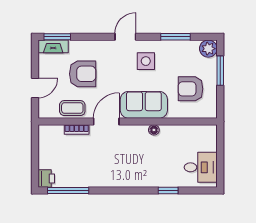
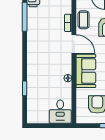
desk: (201, 167) -> (60, 112), moved

